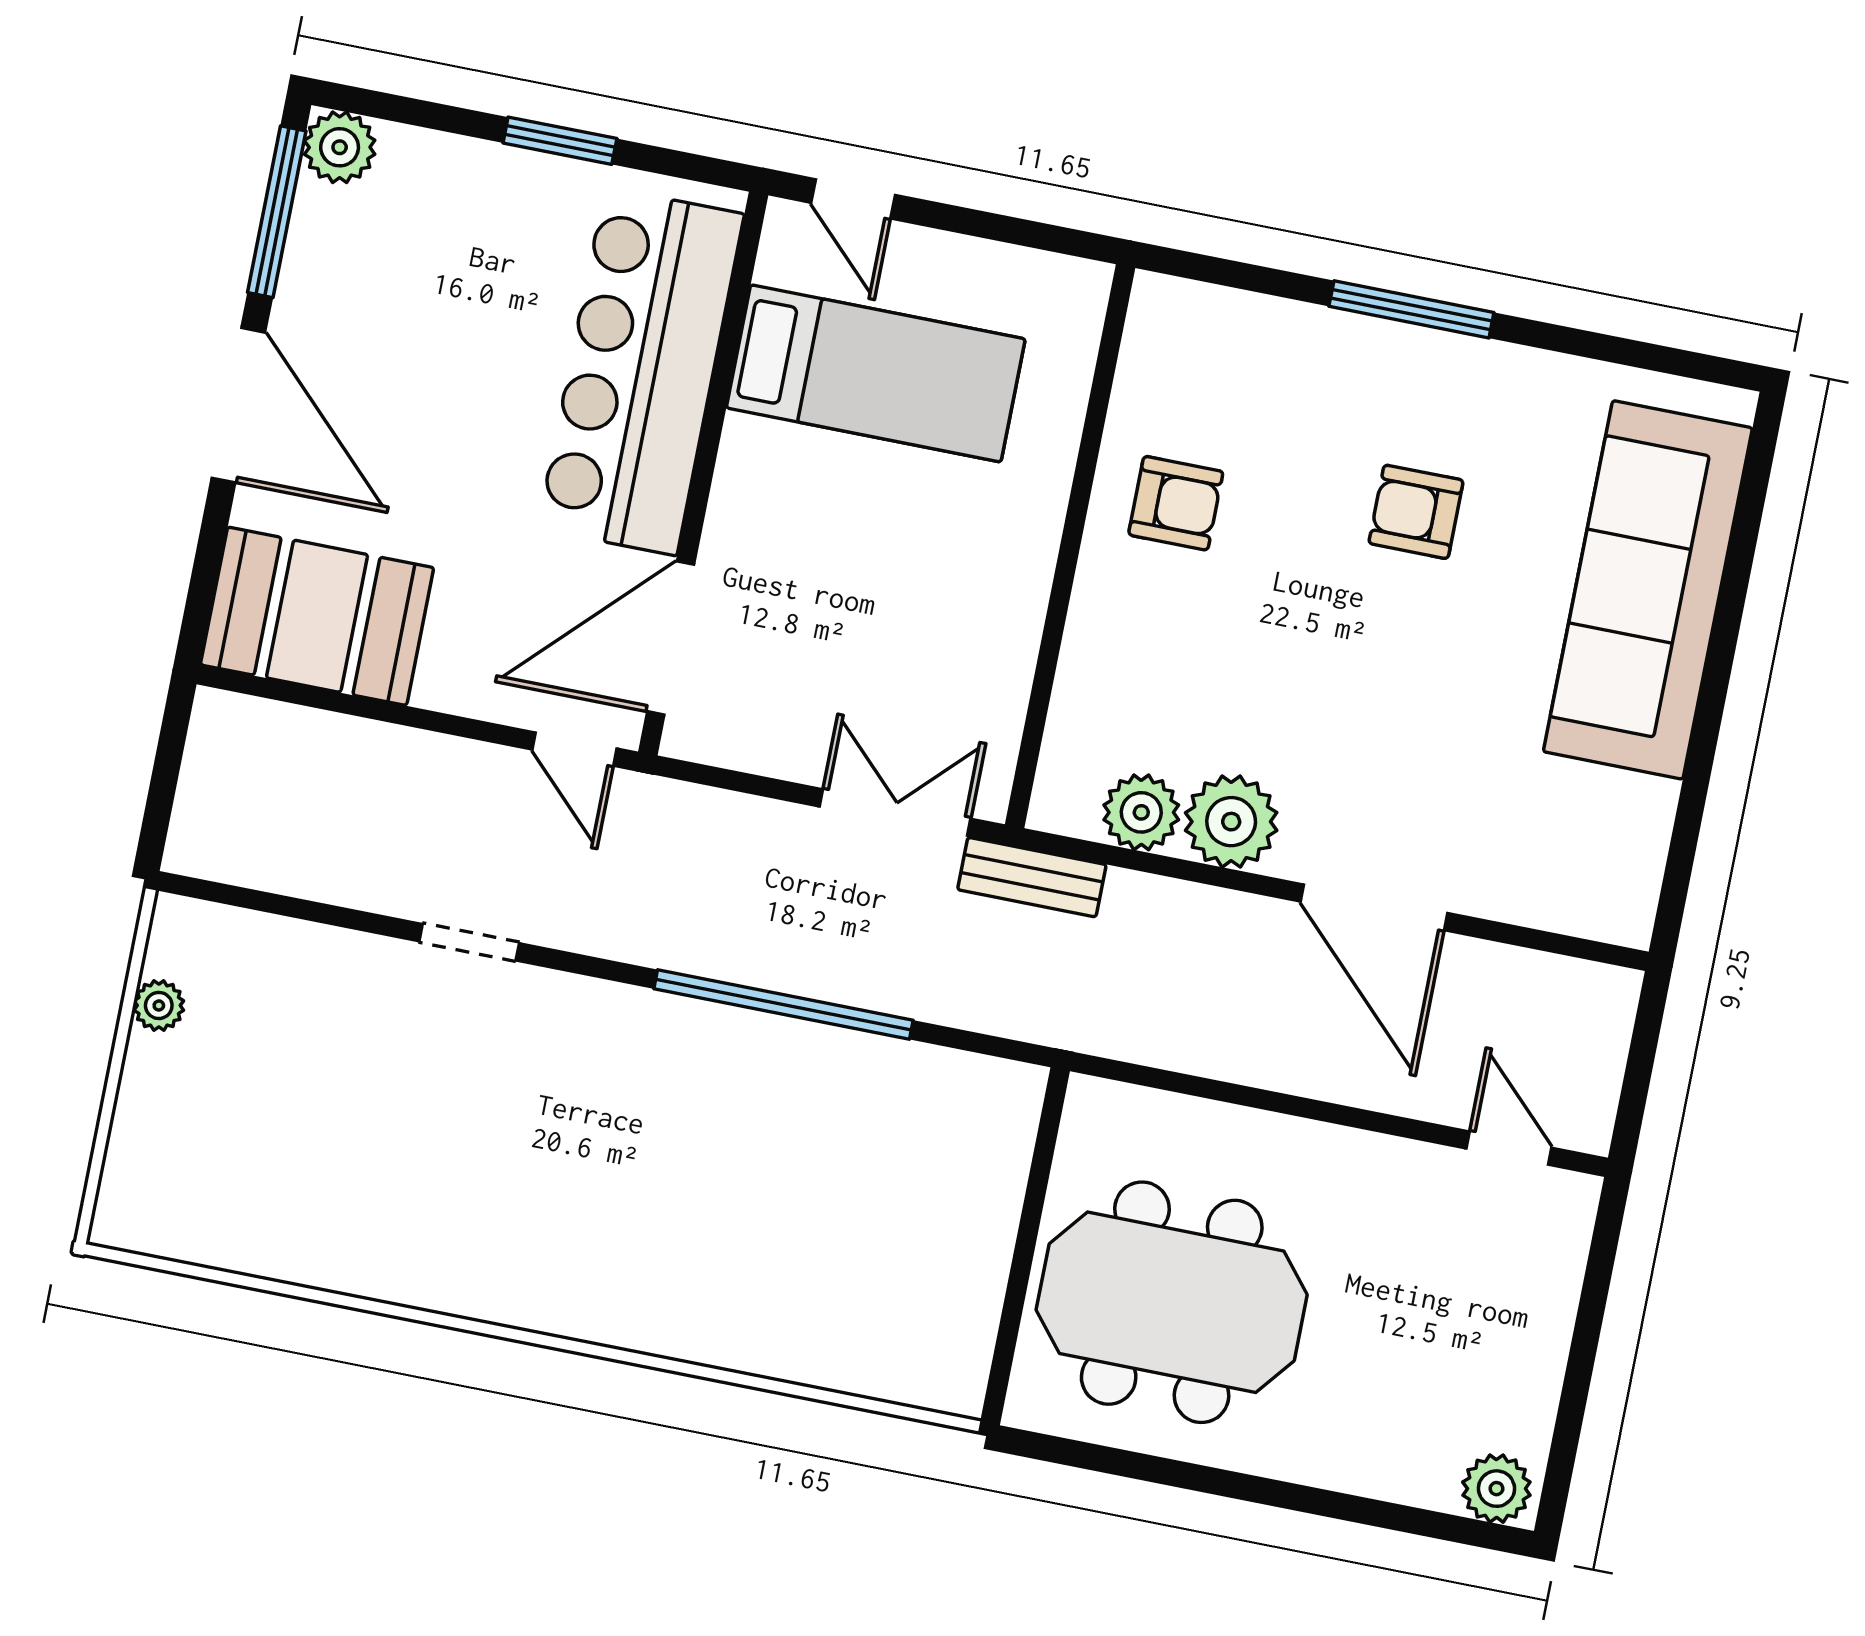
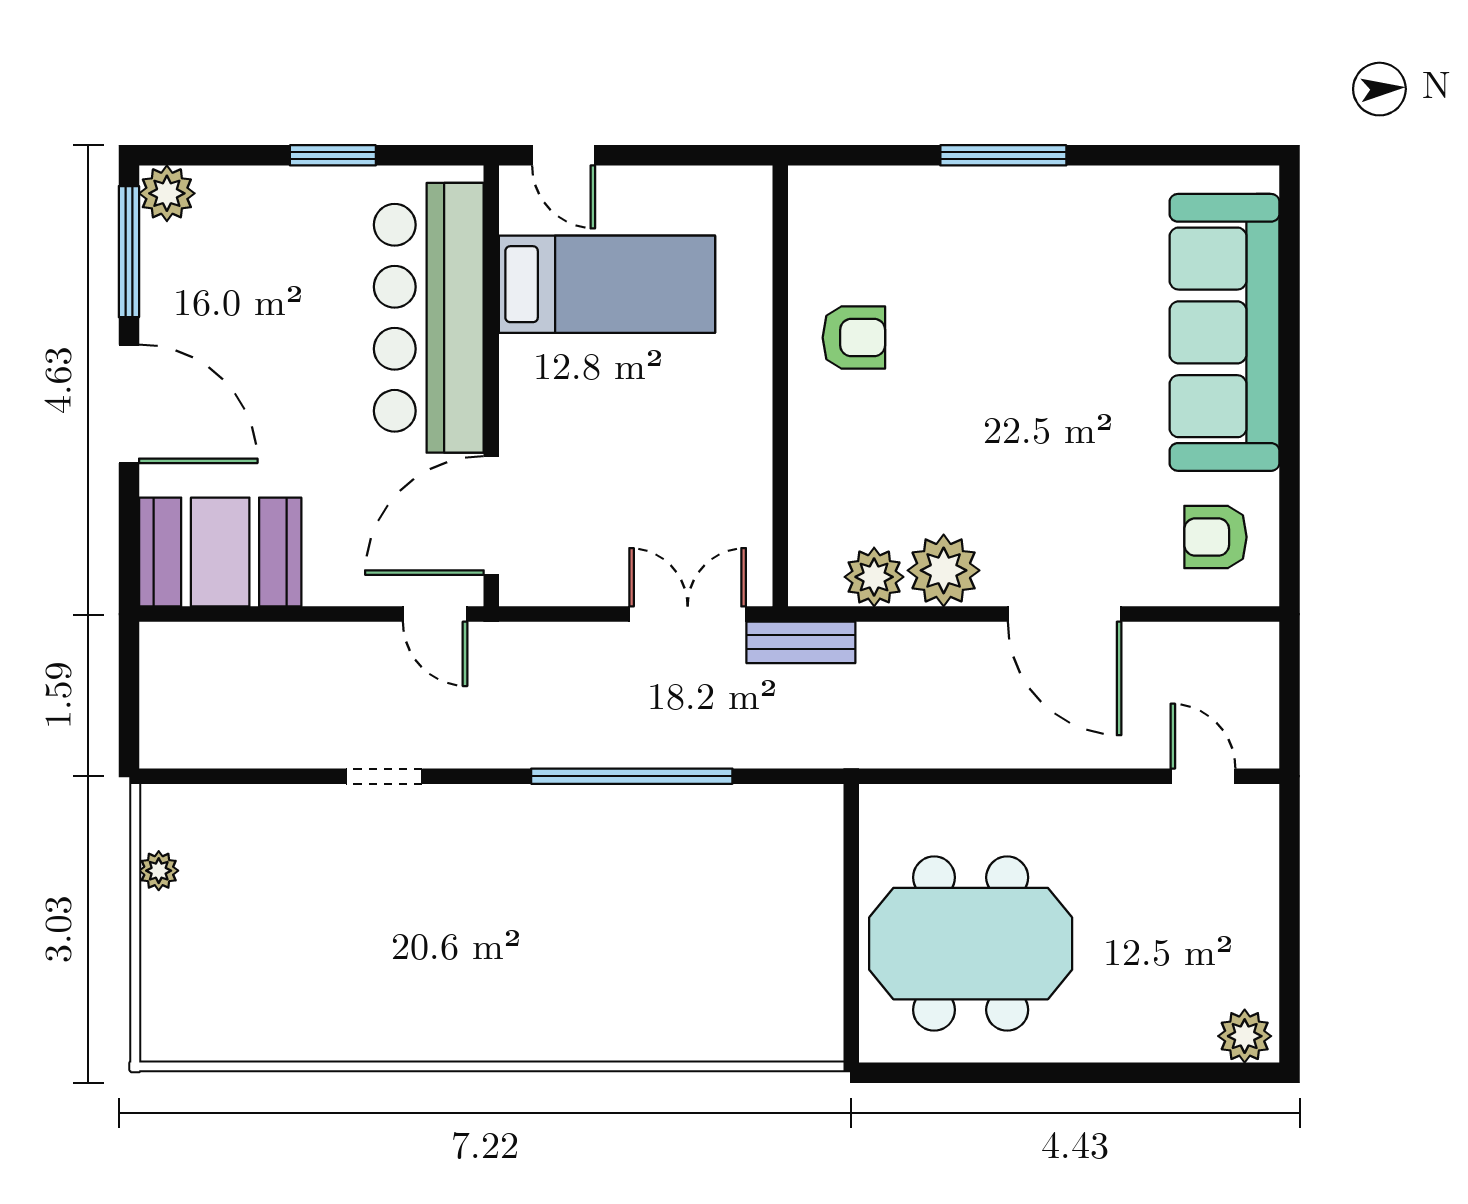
armchair: (1416, 512) -> (1215, 537), moved

